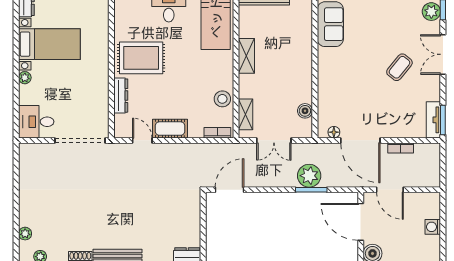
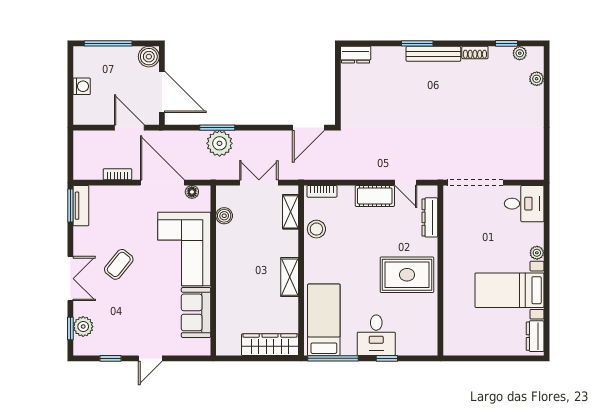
corner sofa: (341, 81) -> (184, 249), added
dresser: (121, 96) -> (430, 217), moved

